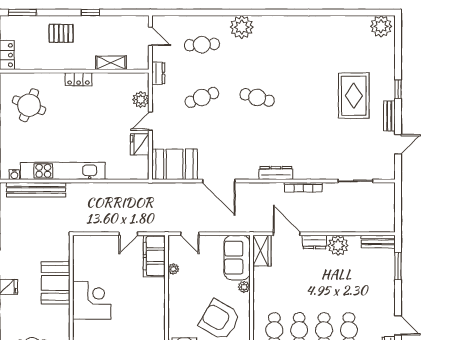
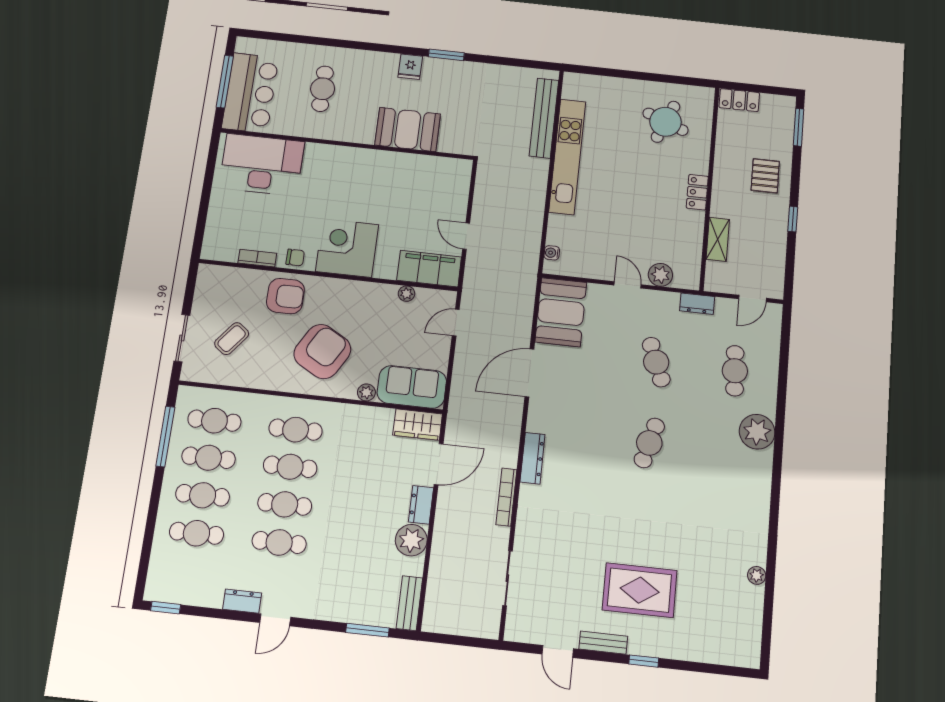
plant: (381, 26) -> (757, 575), moved, width x0.53, depth x0.53
fridge: (140, 144) -> (595, 266), removed
water cooler: (14, 175) -> (552, 253), moved
corner desk: (92, 300) -> (347, 248), moved, turned 180

